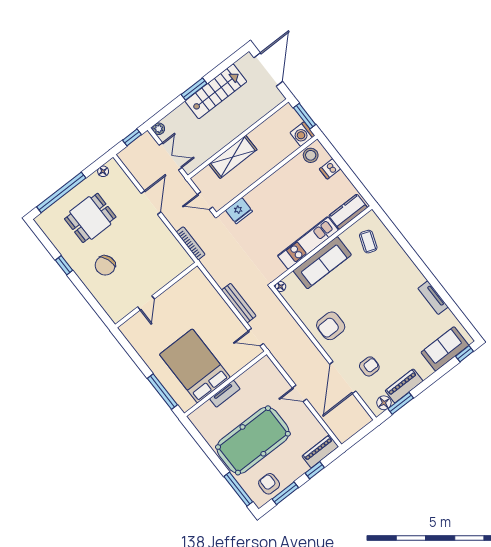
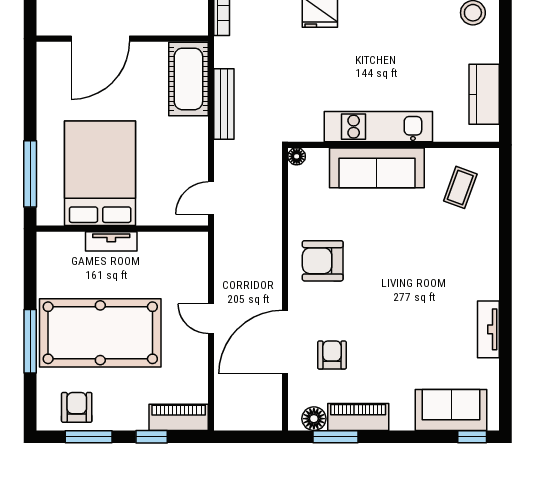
dishwasher: (330, 169) -> (485, 51), removed
kitchen counter: (348, 212) -> (484, 94), moved, turned -90
cot: (202, 290) -> (188, 79), added
door: (146, 303) -> (100, 39), width x1.87
bench: (239, 303) -> (224, 104), moved
door: (256, 337) -> (211, 198), hinge flipped
armchair: (369, 366) -> (332, 355), turned -90
window: (238, 489) -> (30, 341), moved

